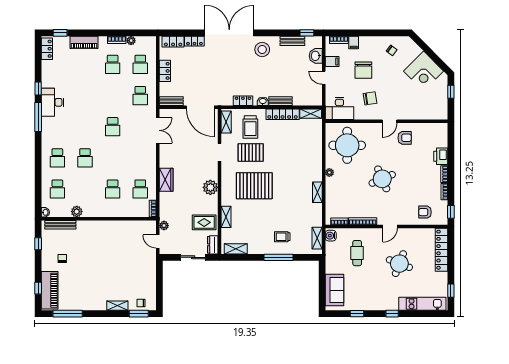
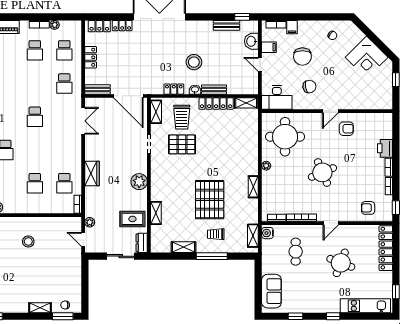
stool: (262, 49) -> (194, 62), moved
pallet: (254, 186) -> (210, 200), moved, turned 90
stool: (107, 244) -> (28, 242), added
shelving: (236, 249) -> (183, 247), moved

